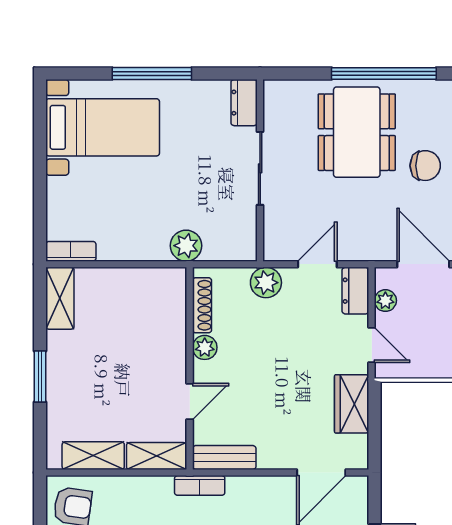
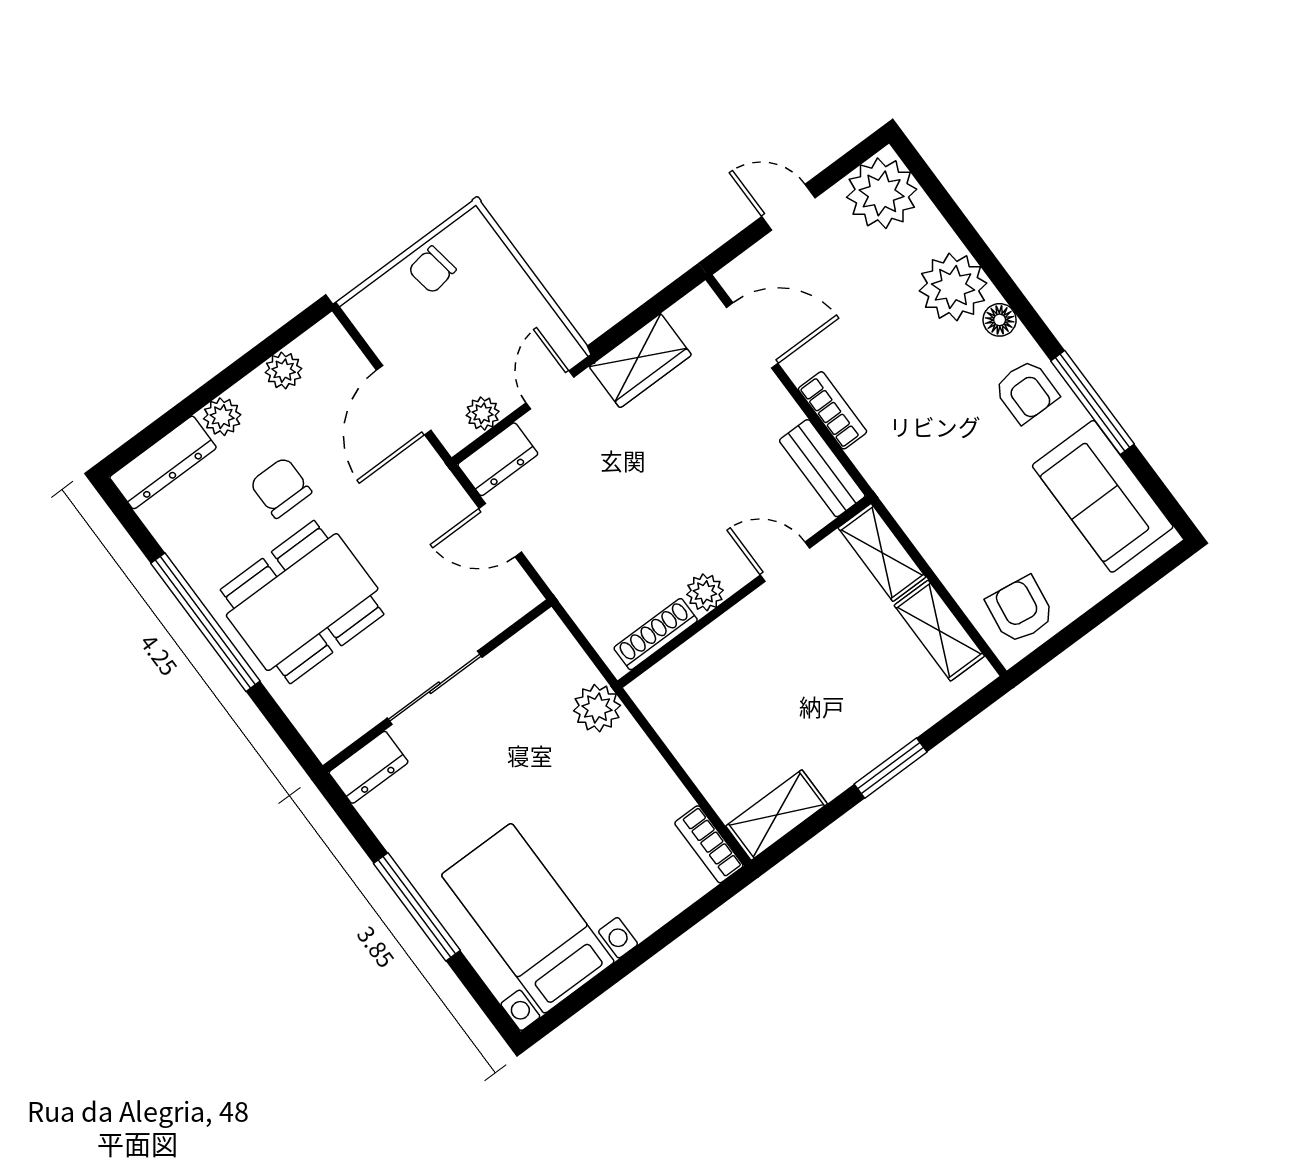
plant: (266, 283) -> (569, 576), removed
bookcase: (200, 485) -> (832, 410), moved

